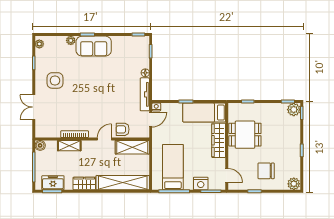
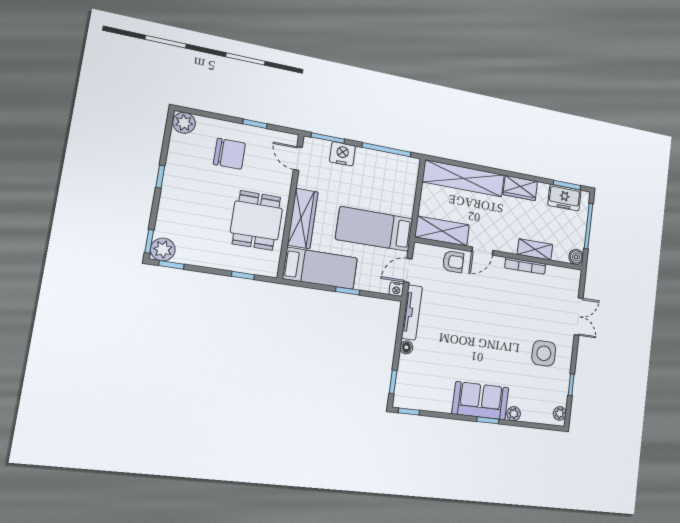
dining table: (245, 135) -> (256, 220), turned 90
bed: (173, 167) -> (374, 229), moved, turned 90

